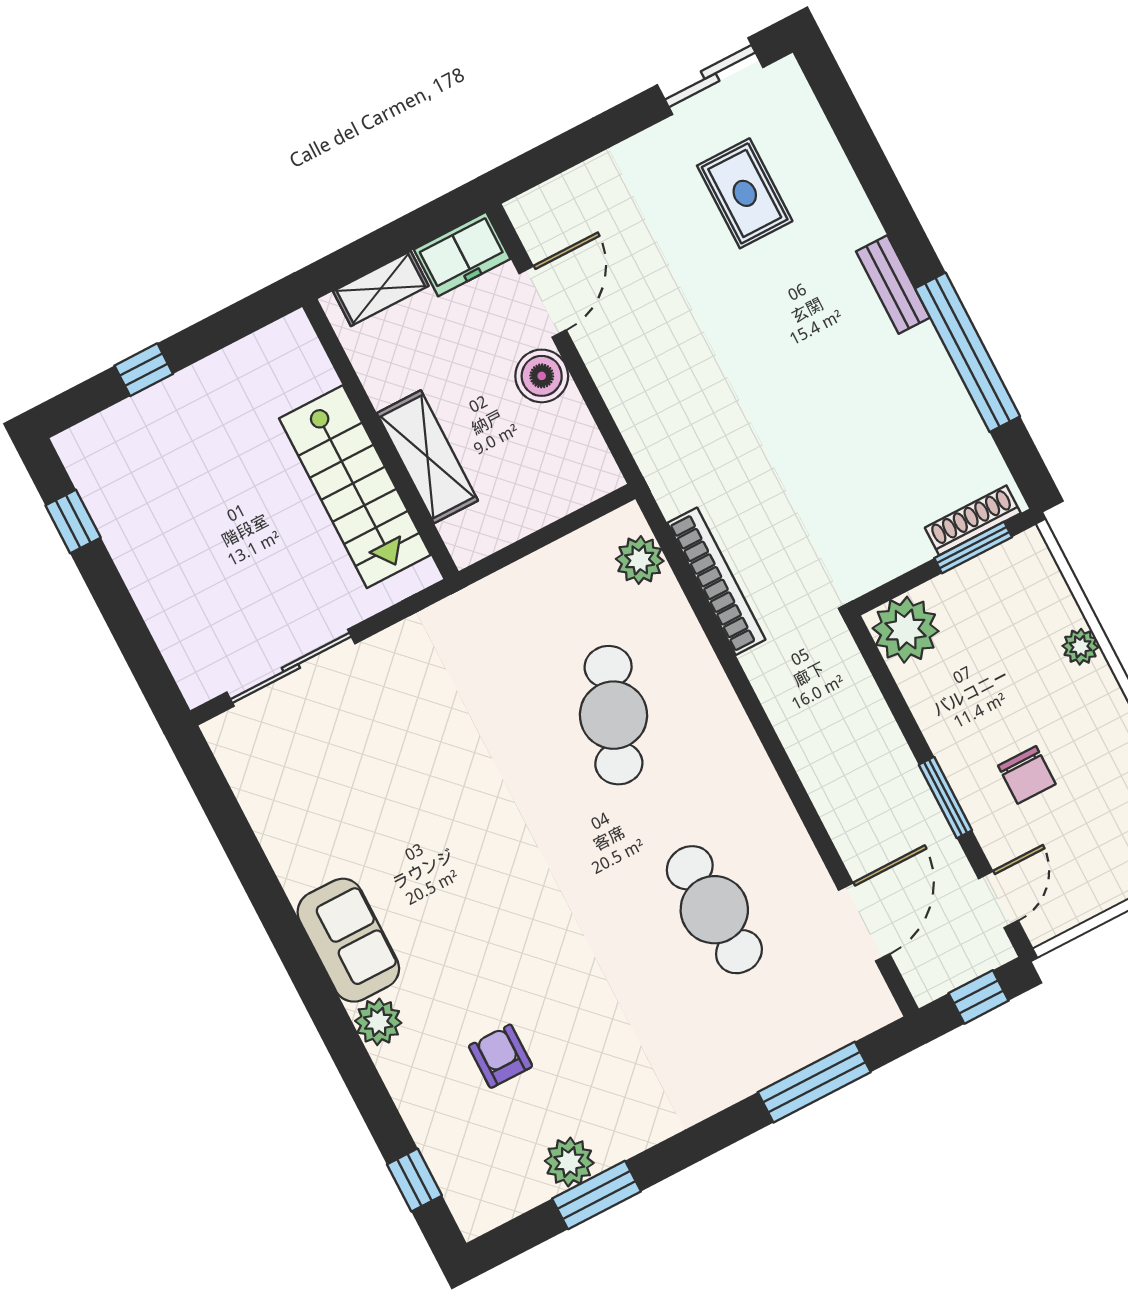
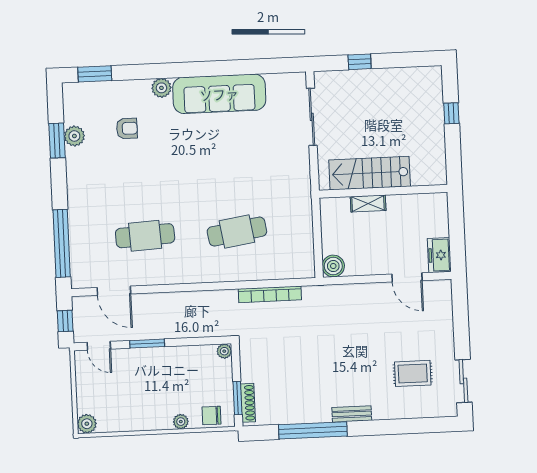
shelving: (381, 289) -> (441, 218), removed
boiler: (542, 376) -> (333, 266), moved
shelving: (427, 457) -> (368, 203), width x0.67, depth x0.75
window: (73, 521) -> (360, 62), moved
plant: (640, 560) -> (291, 269), removed
plant: (906, 630) -> (224, 351), width x0.53, depth x0.53
cafe table: (613, 715) -> (237, 232), turned -30
chair: (1027, 775) -> (212, 416), moved
sofa: (348, 940) -> (219, 94), width x1.85, depth x1.27
window: (814, 1082) -> (62, 243), width x1.46
window: (414, 1180) -> (95, 74), width x1.50

